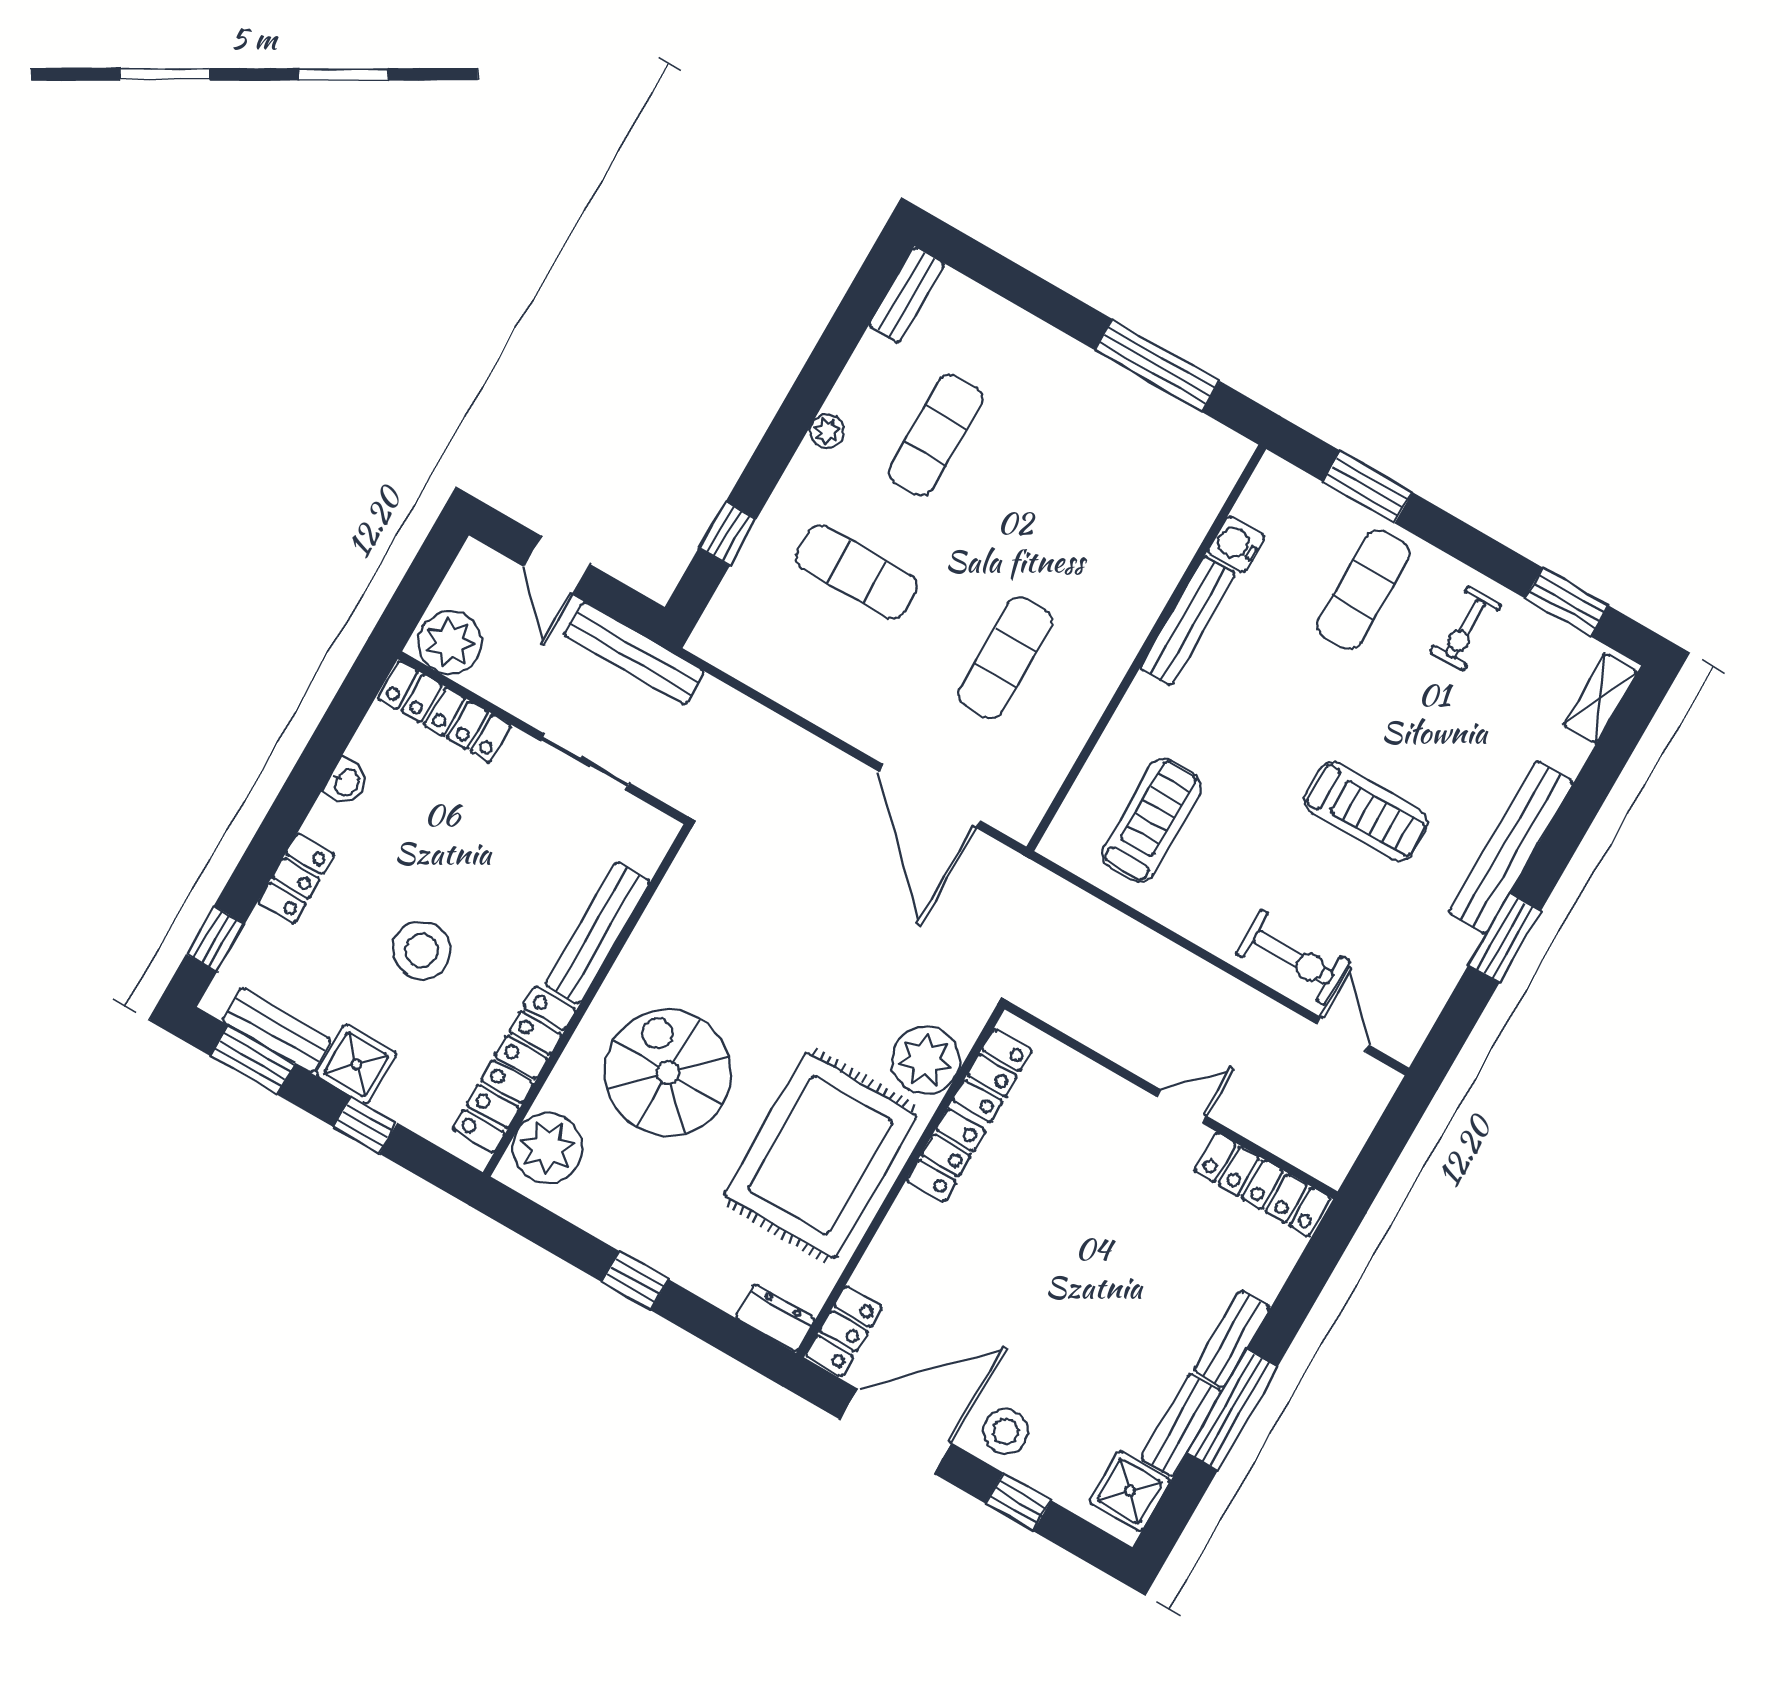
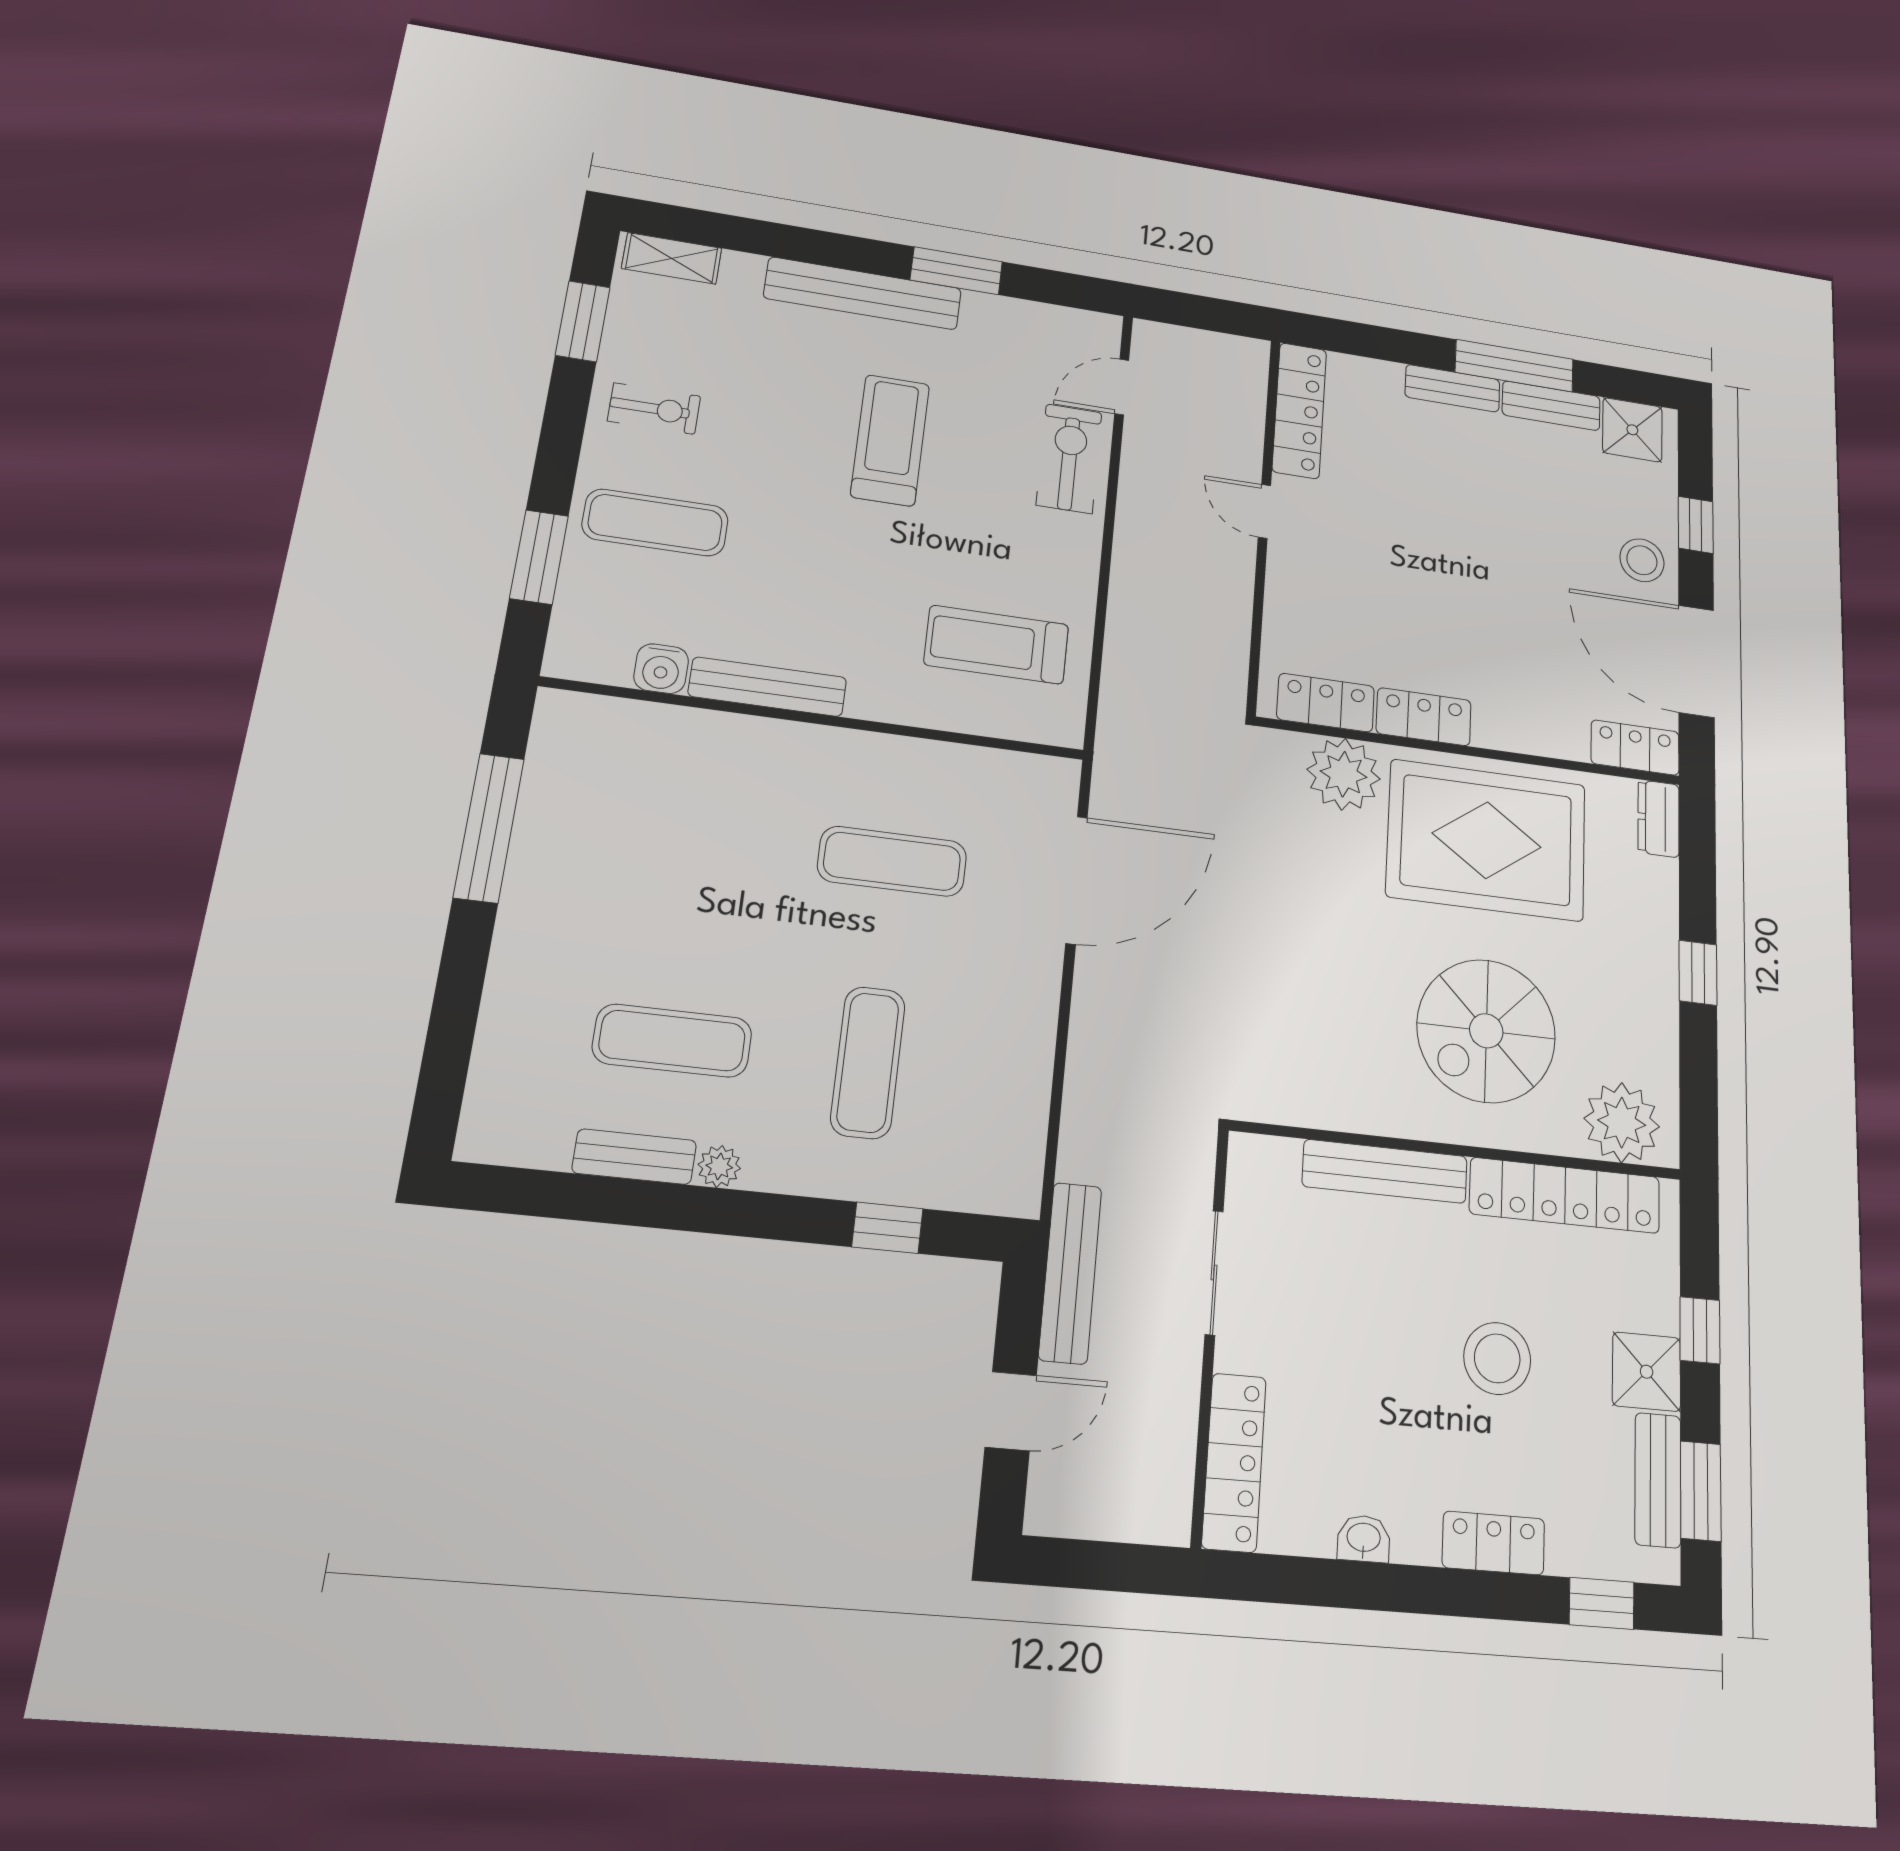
bench: (907, 295) -> (634, 1157), moved
plant: (450, 642) -> (1154, 1495), removed

